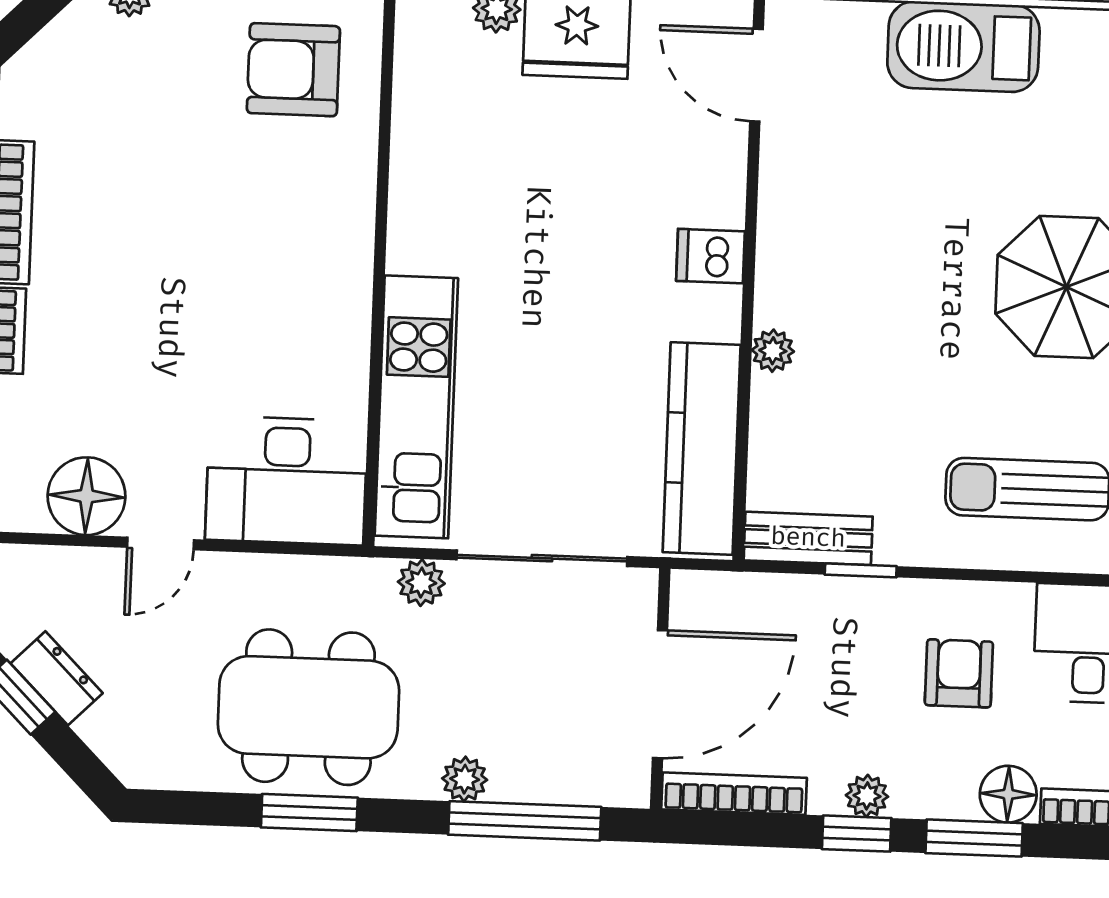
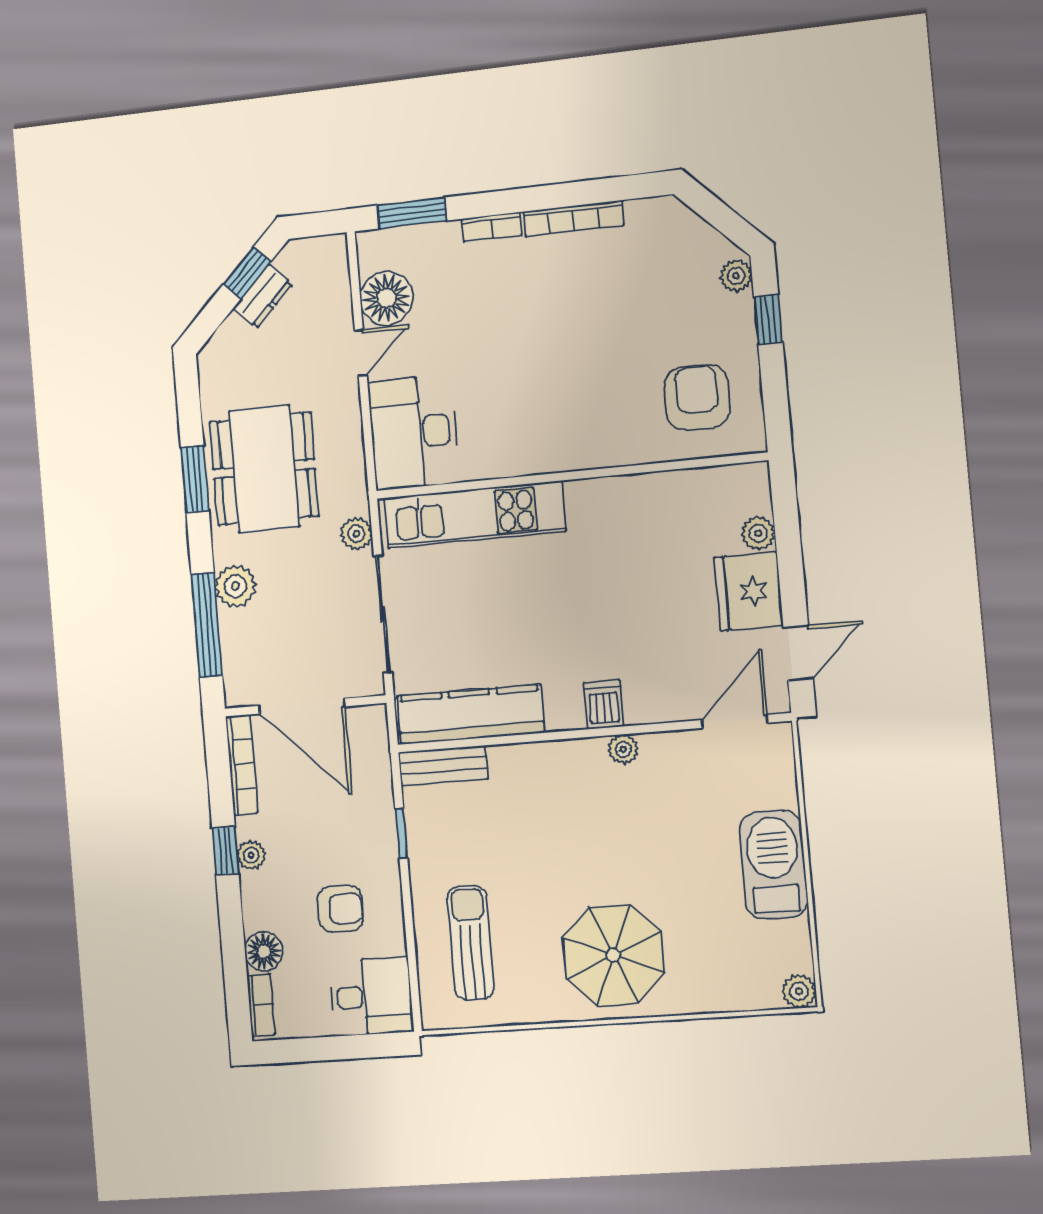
plant: (773, 351) -> (623, 749), moved
bench: (808, 538) -> (443, 766), moved, turned 90
door: (161, 544) -> (361, 353), swing flipped
plant: (465, 779) -> (235, 586), width x1.38, depth x1.38
window: (974, 838) -> (232, 931), removed

